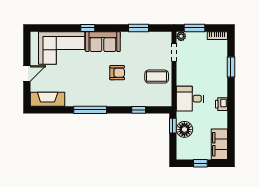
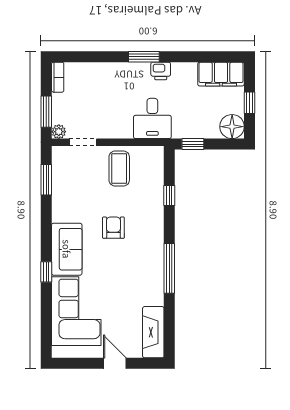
window: (139, 28) -> (46, 180), moved
window: (231, 67) -> (144, 57), moved
floor lamp: (184, 129) -> (232, 127), moved

